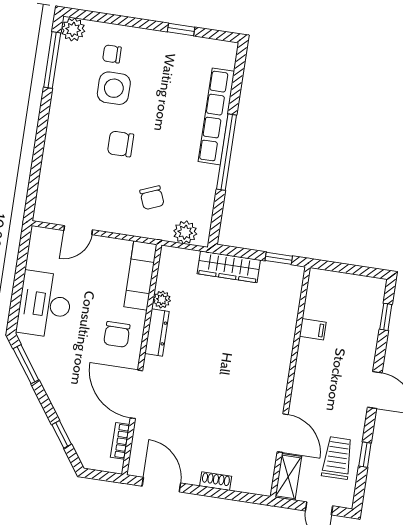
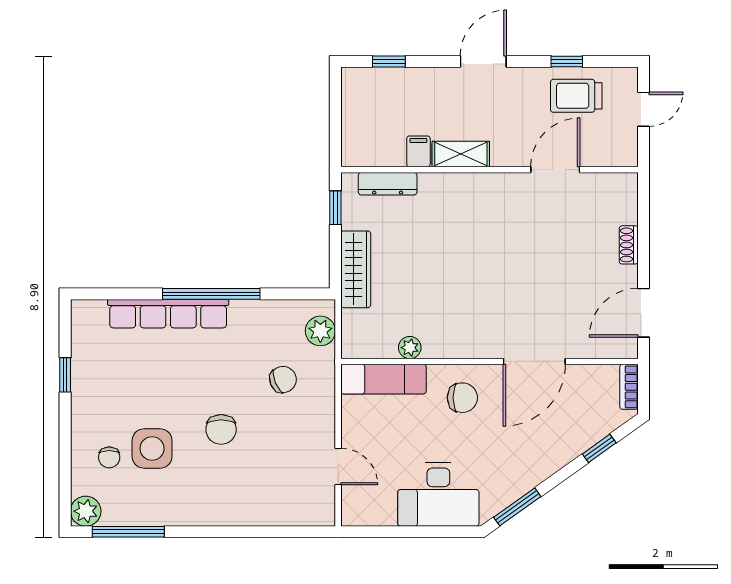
dresser: (157, 332) -> (388, 184), moved, turned 180
bookcase: (120, 441) -> (629, 387), moved, turned 90
shelving: (288, 477) -> (461, 154), moved

